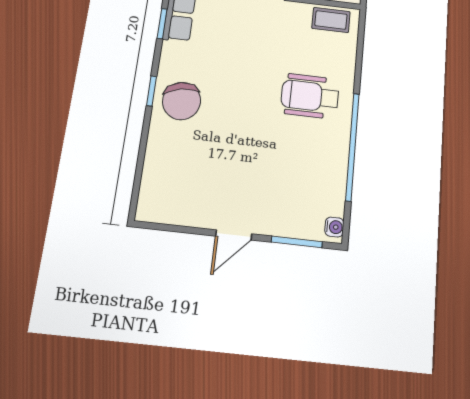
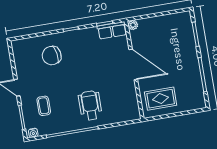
coffee table: (331, 20) -> (44, 106), moved
chair: (182, 101) -> (52, 56), moved

